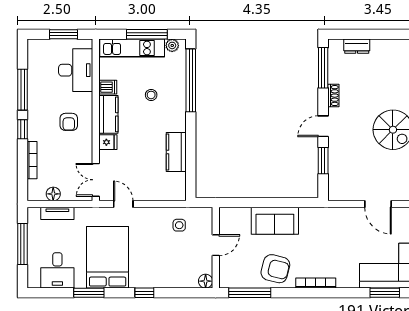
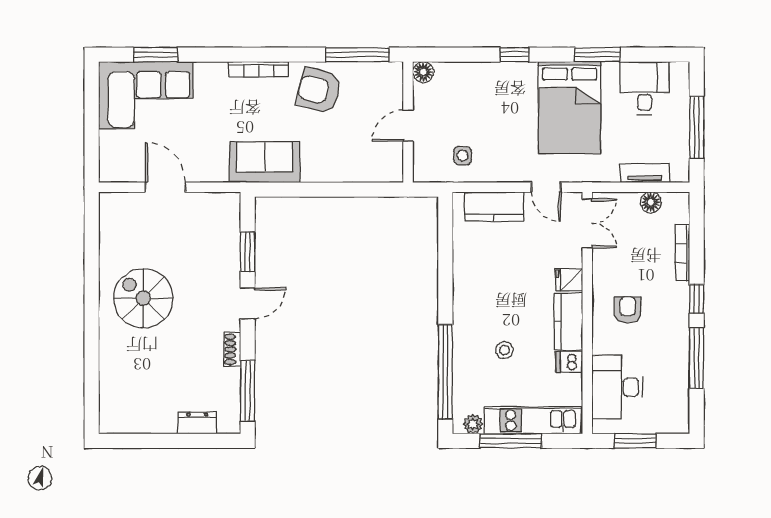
kitchen counter: (176, 152) -> (494, 207), moved, turned 90
sofa: (275, 221) -> (265, 162), moved

